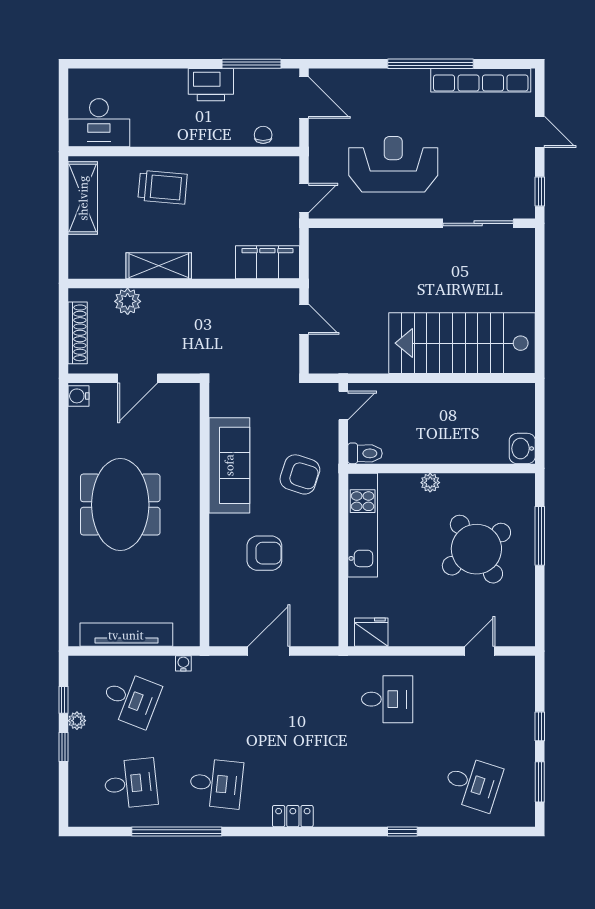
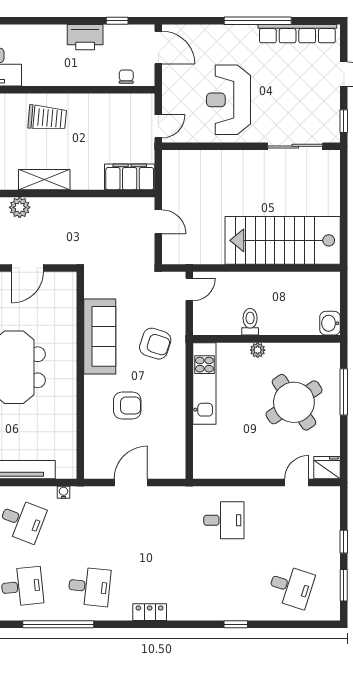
window: (251, 64) -> (117, 21), width x0.46
reception desk: (393, 164) -> (229, 100), turned -90
toilet: (365, 453) -> (250, 322), moved, turned -90
fridge: (371, 632) -> (327, 468), moved

